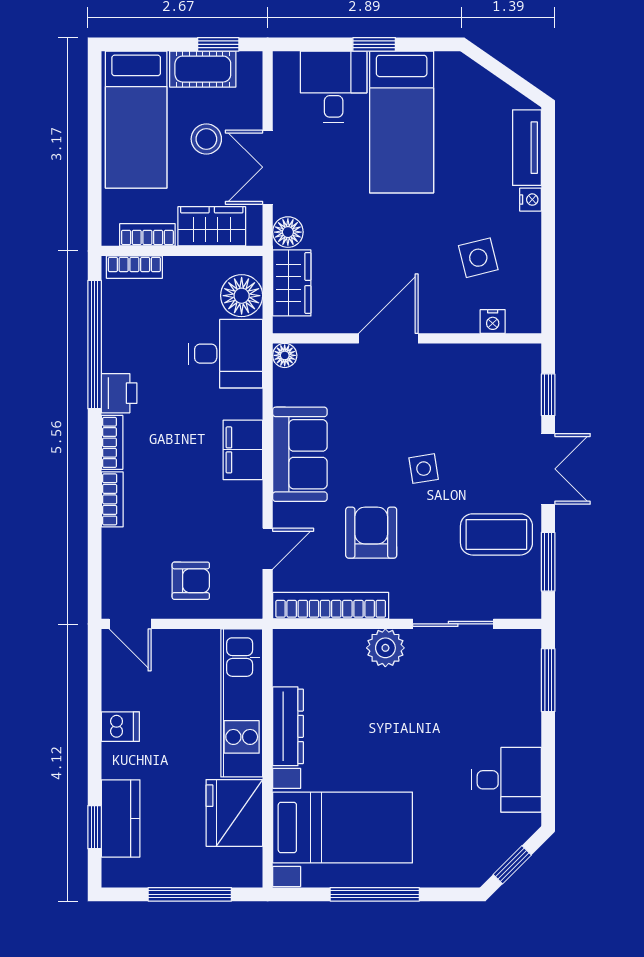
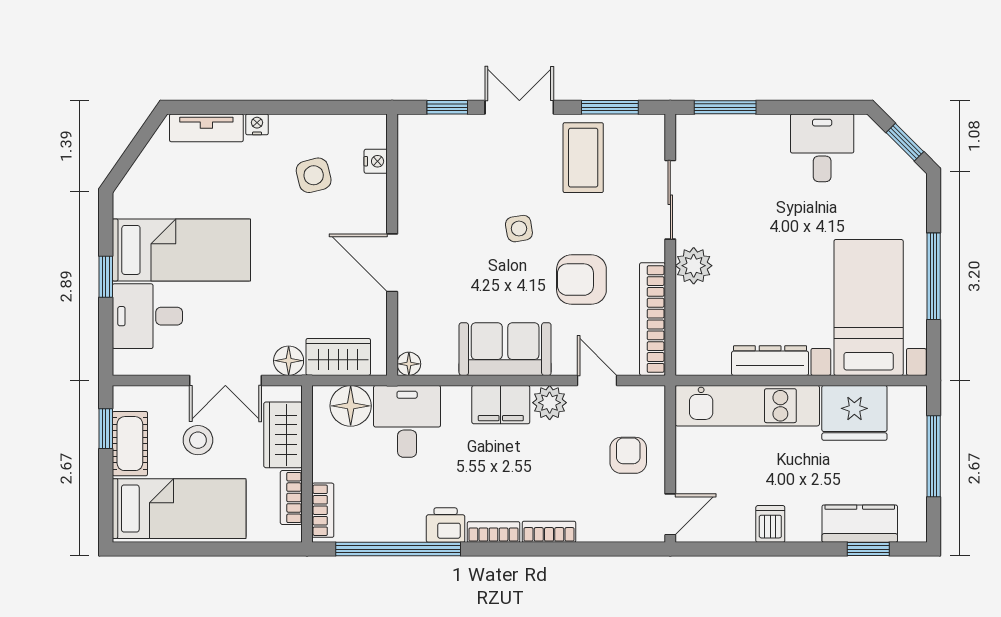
plant: (245, 500) -> (550, 403), added

